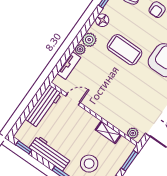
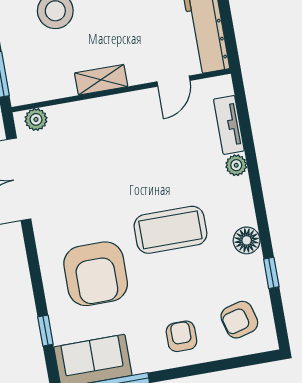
plant: (89, 40) -> (237, 193), removed
shelving: (108, 132) -> (101, 80), moved

